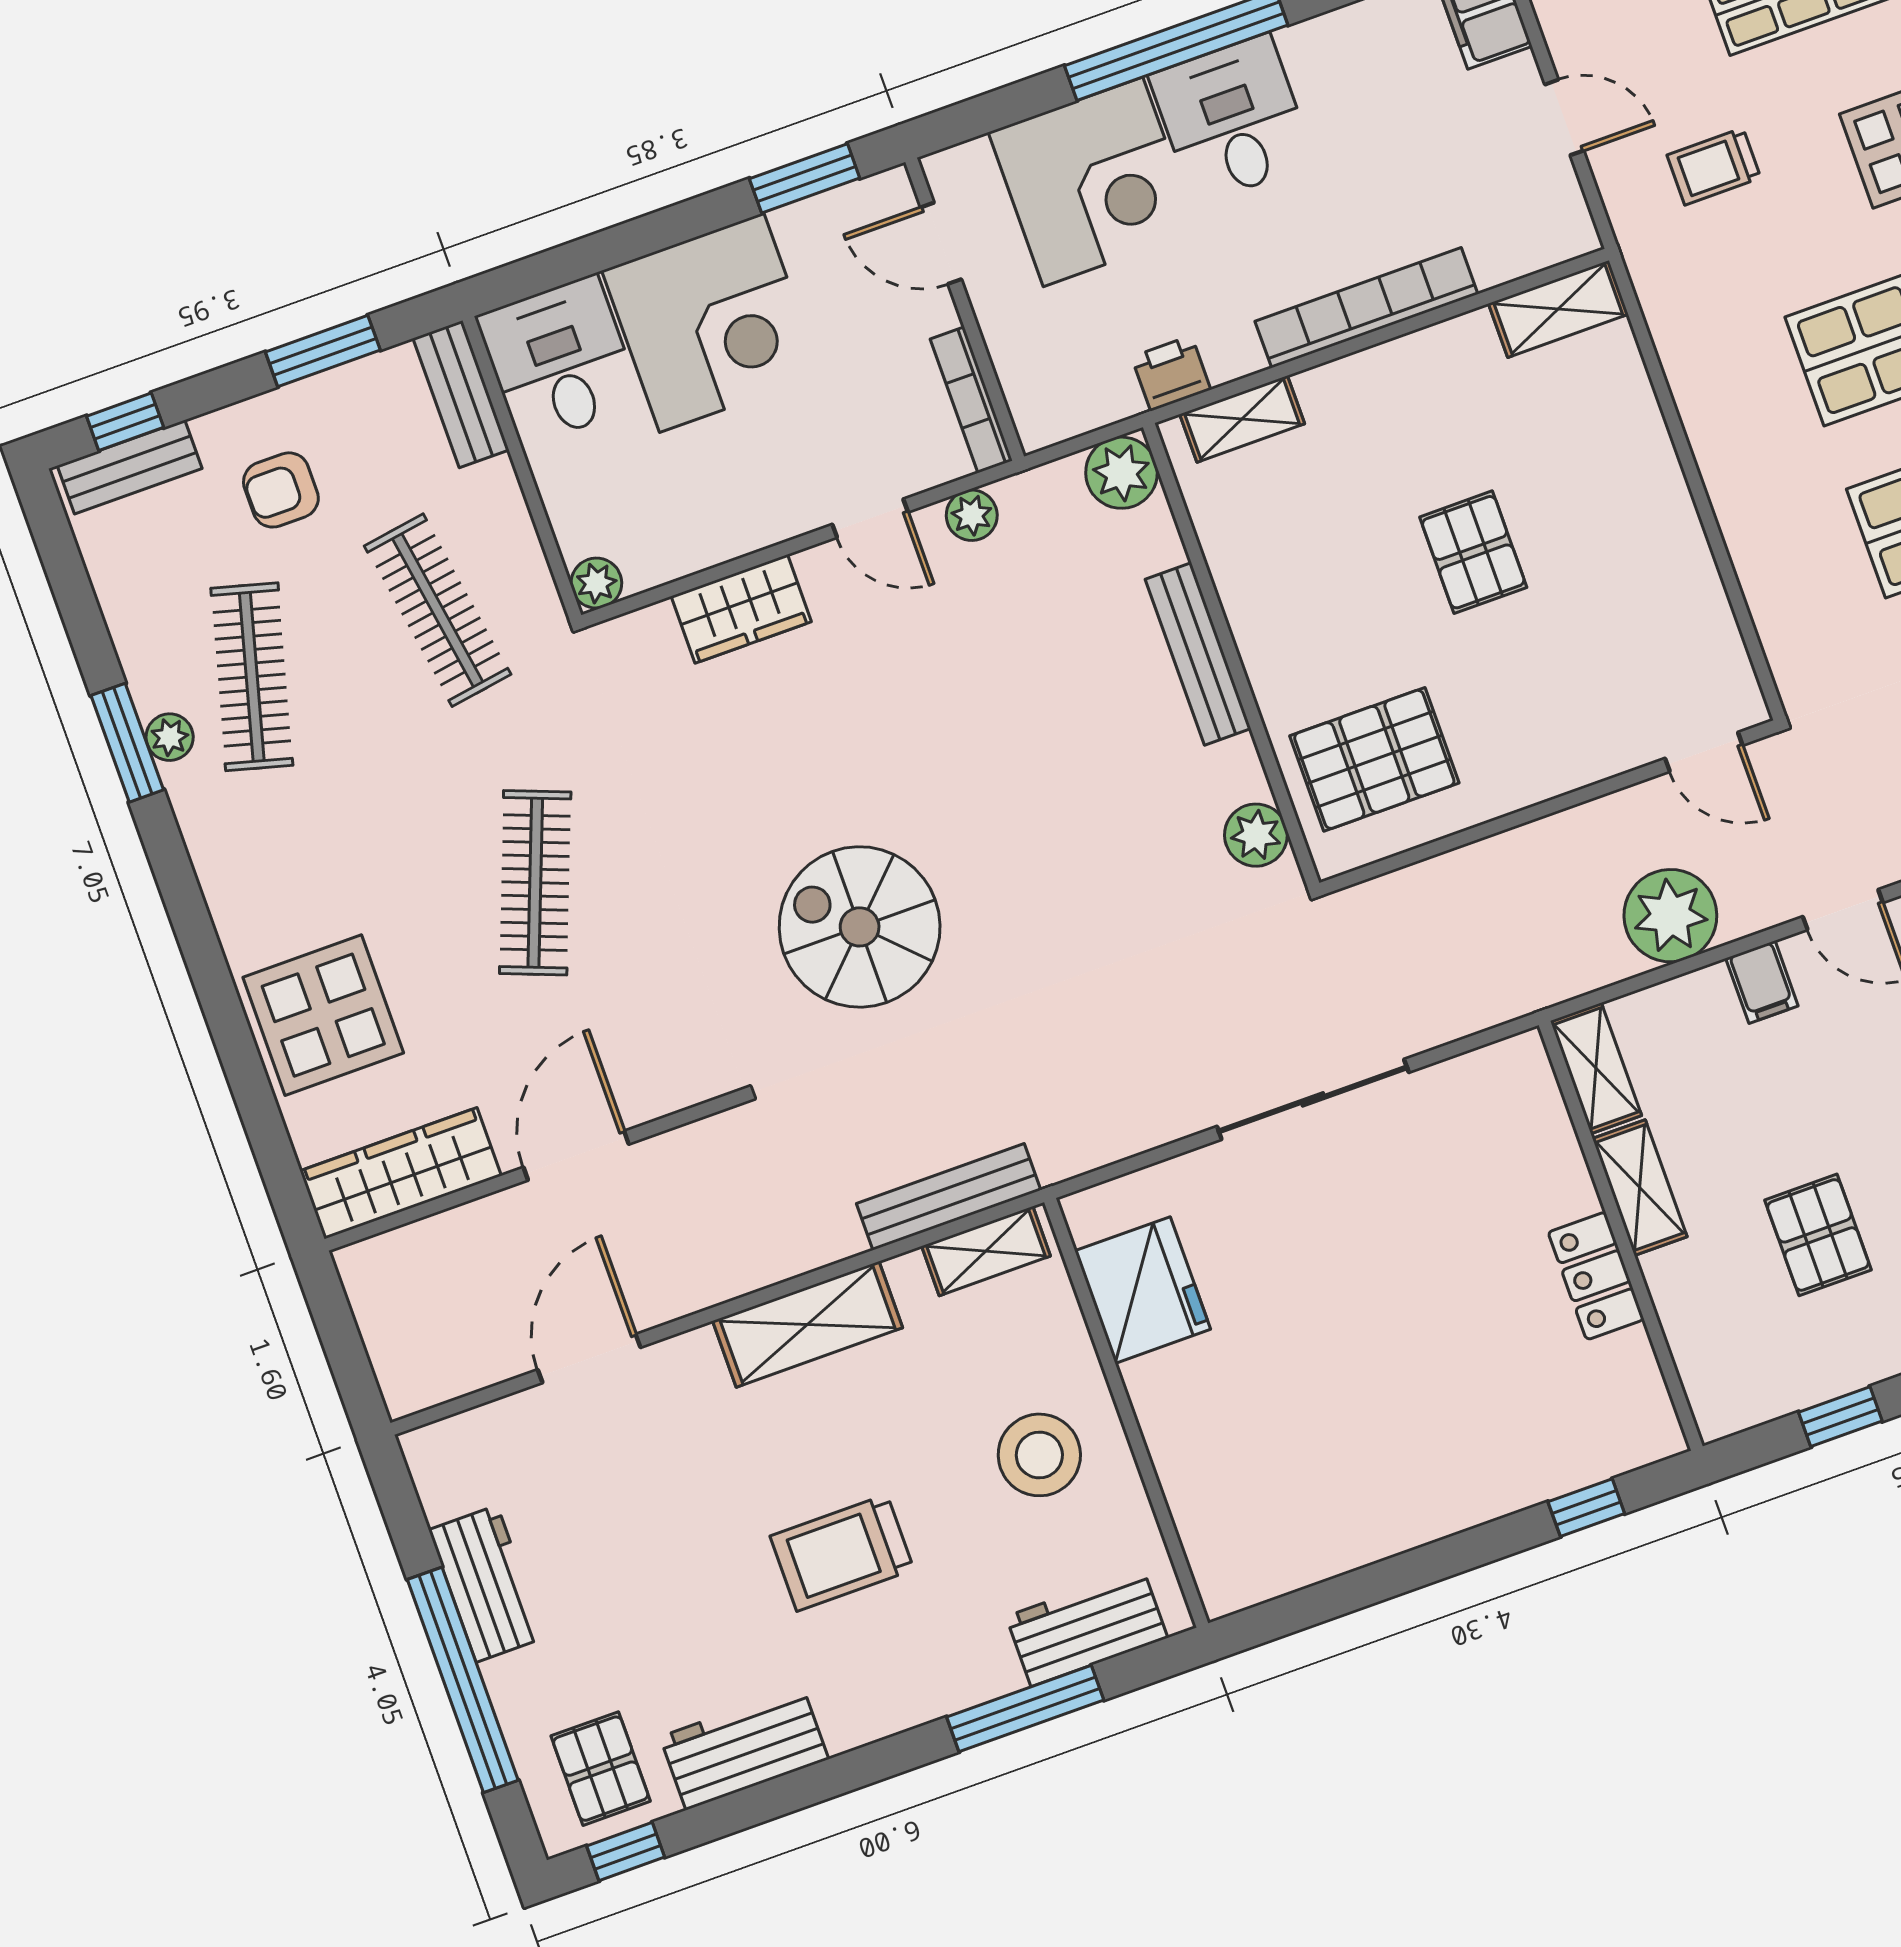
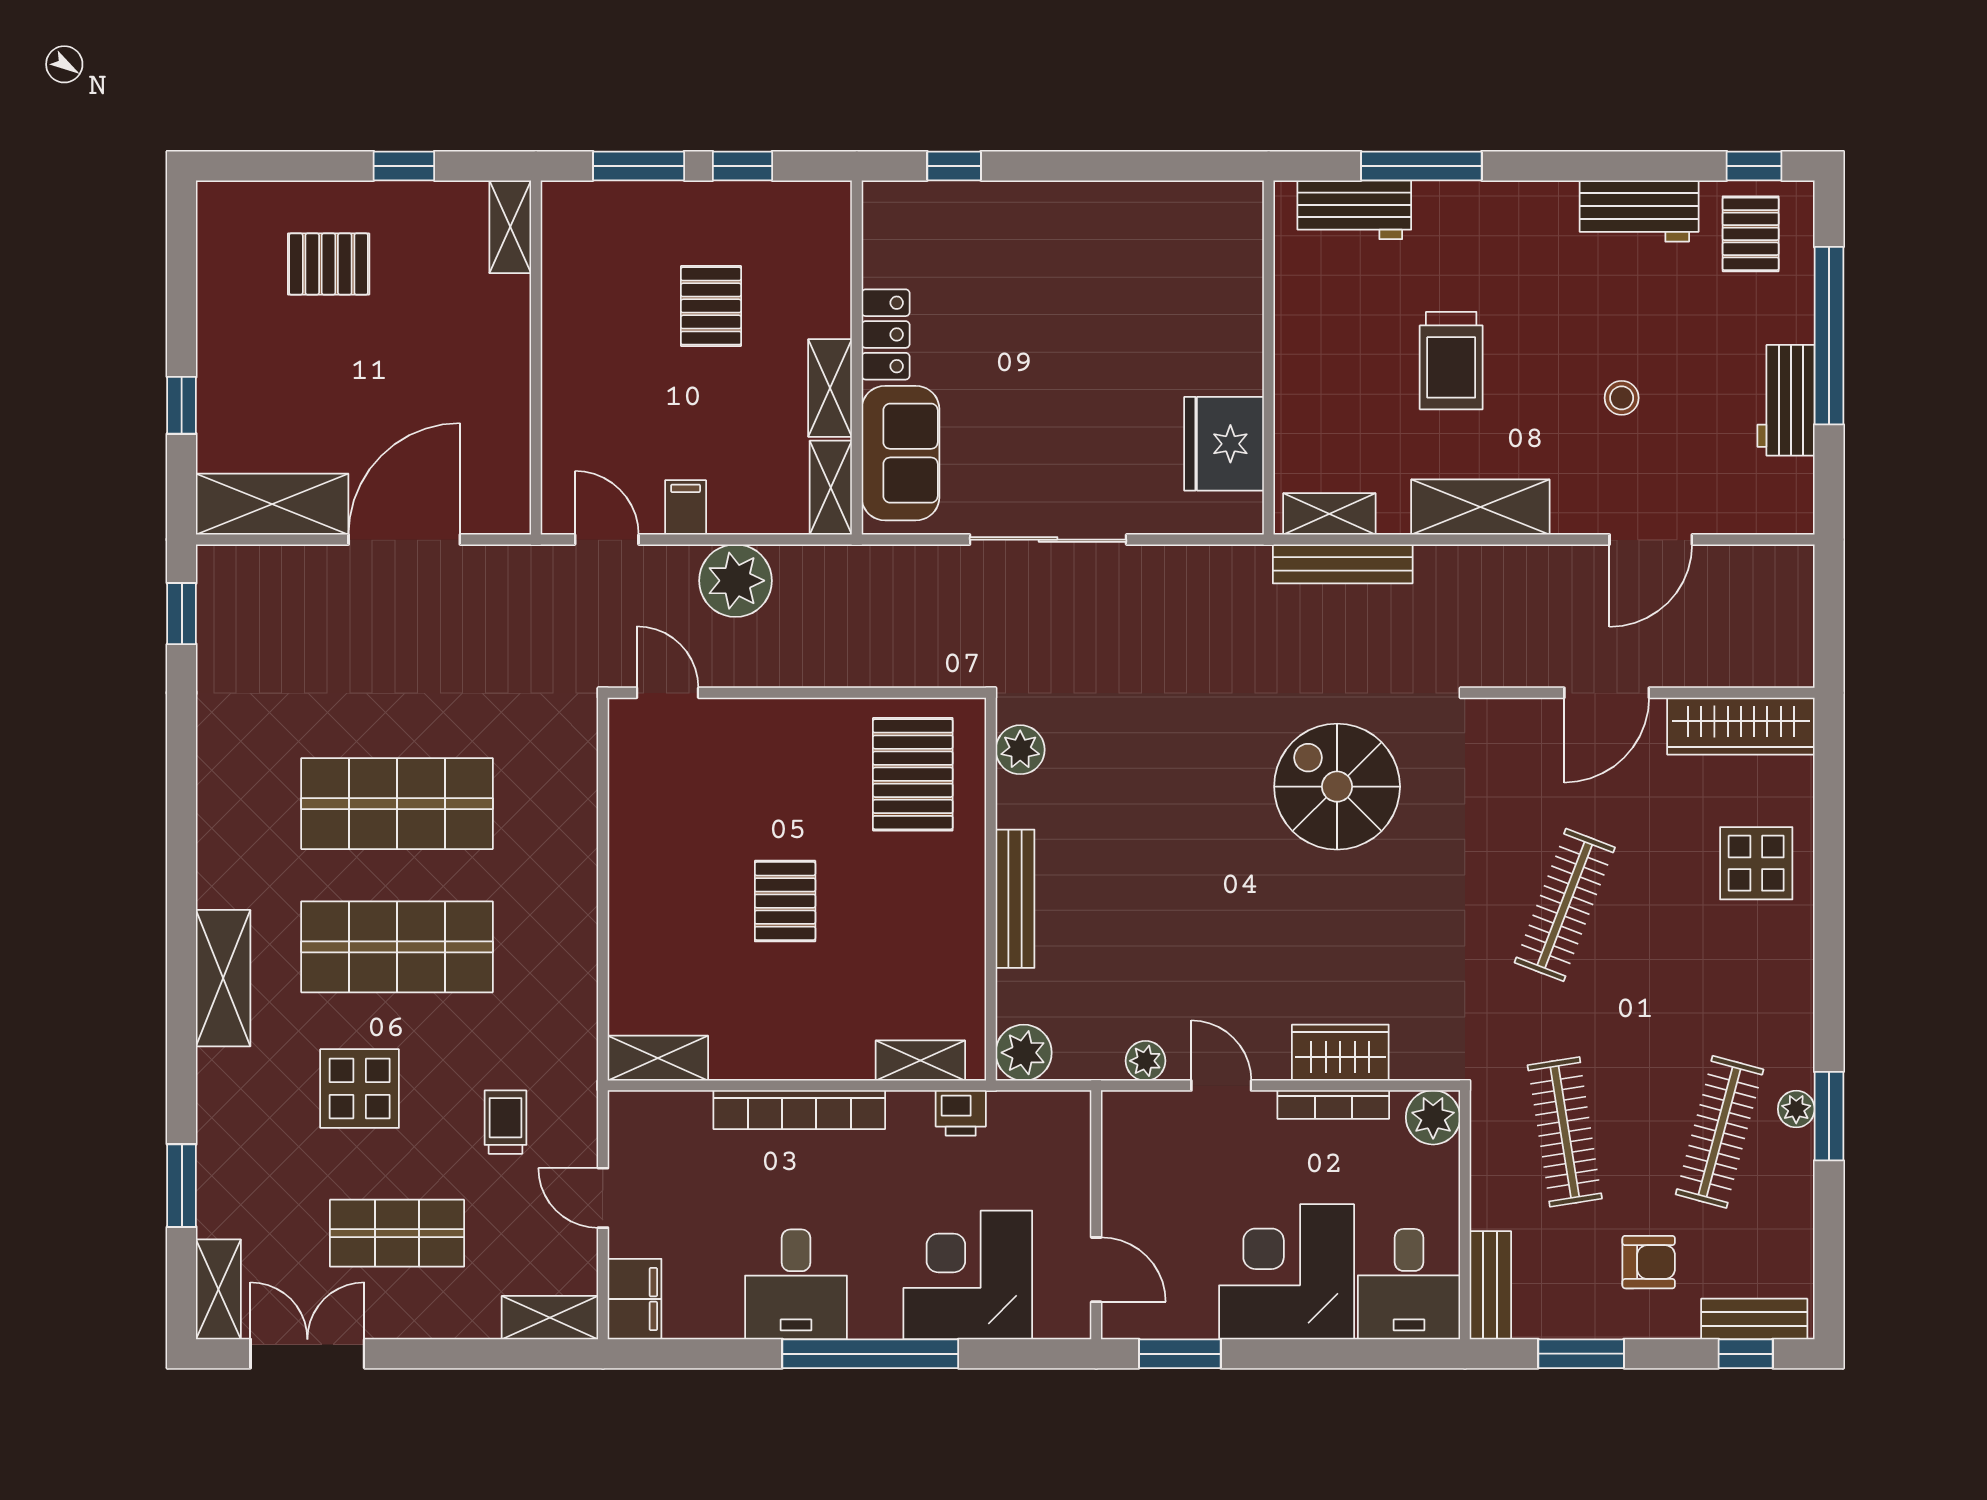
desk: (1232, 119) -> (796, 1284), moved
trolley: (1714, 166) -> (506, 1122), turned -90
bookcase: (971, 400) -> (1333, 1105), moved, turned 90
plant: (596, 583) -> (1433, 1117), width x1.38, depth x1.38
pallet: (1374, 759) -> (913, 774), turned 90
spiral stairs: (860, 927) -> (1337, 787), turned 180
display table: (323, 1015) -> (1756, 863), width x0.73, depth x0.73
sofa: (1527, 1140) -> (900, 453), added
stool: (1039, 1455) -> (1622, 398), moved, width x0.53, depth x0.53
trolley: (842, 1553) -> (1451, 361), moved, turned 90

